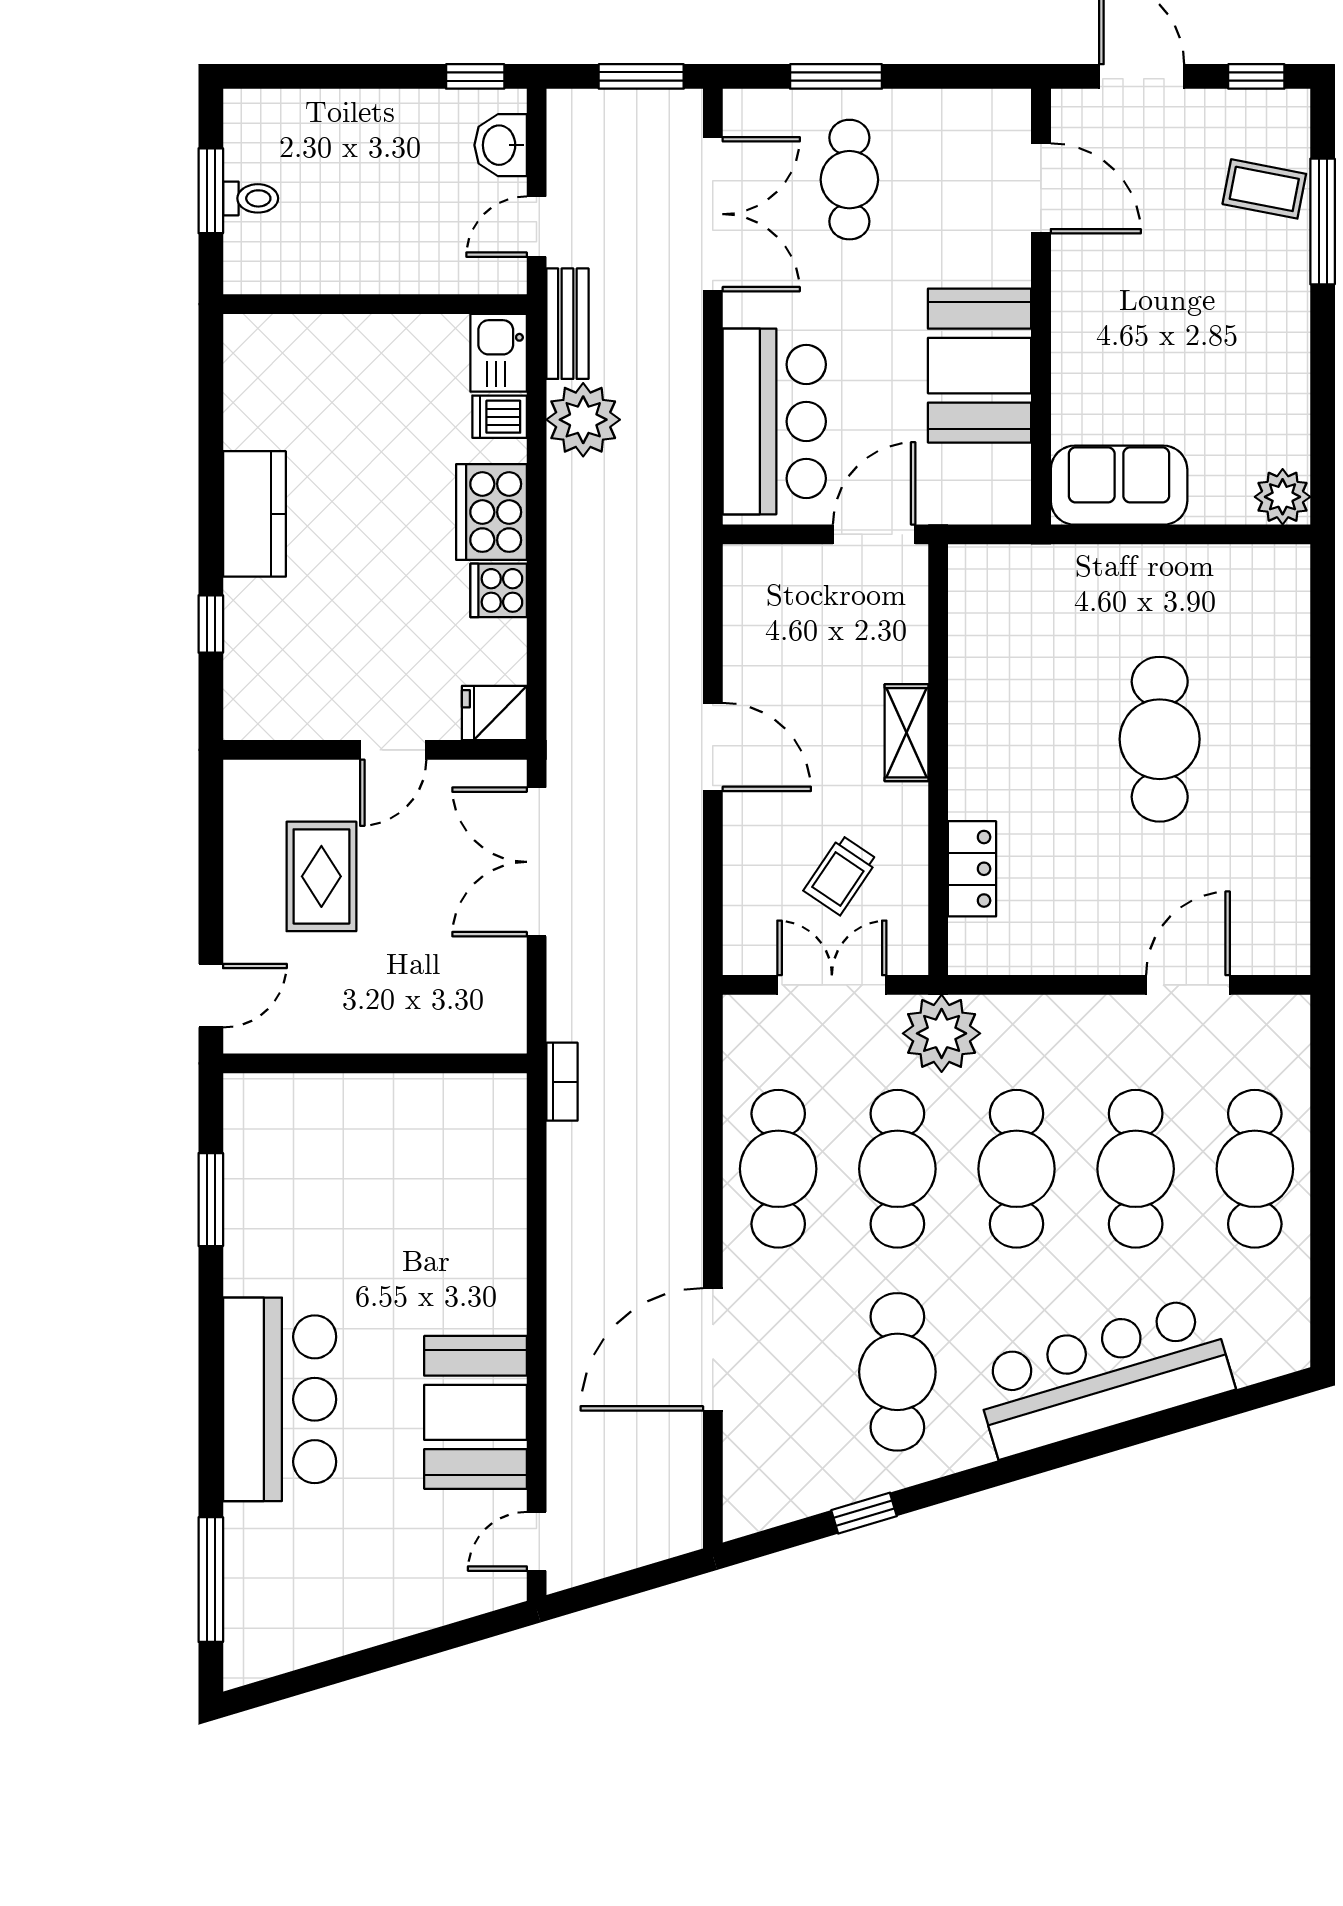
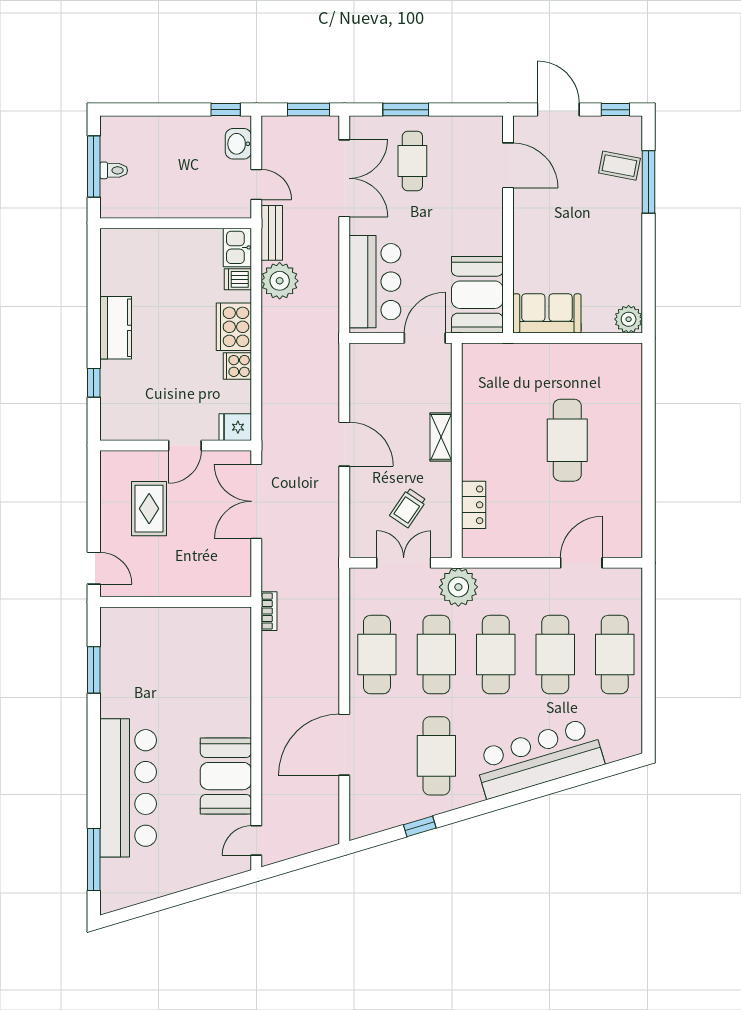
window: (211, 191) -> (94, 167), width x1.44
door: (537, 227) -> (256, 184), swing flipped
booth: (980, 366) -> (477, 295), moved
door: (211, 996) -> (94, 568), hinge flipped
bar counter: (280, 1399) -> (128, 788), width x1.36

